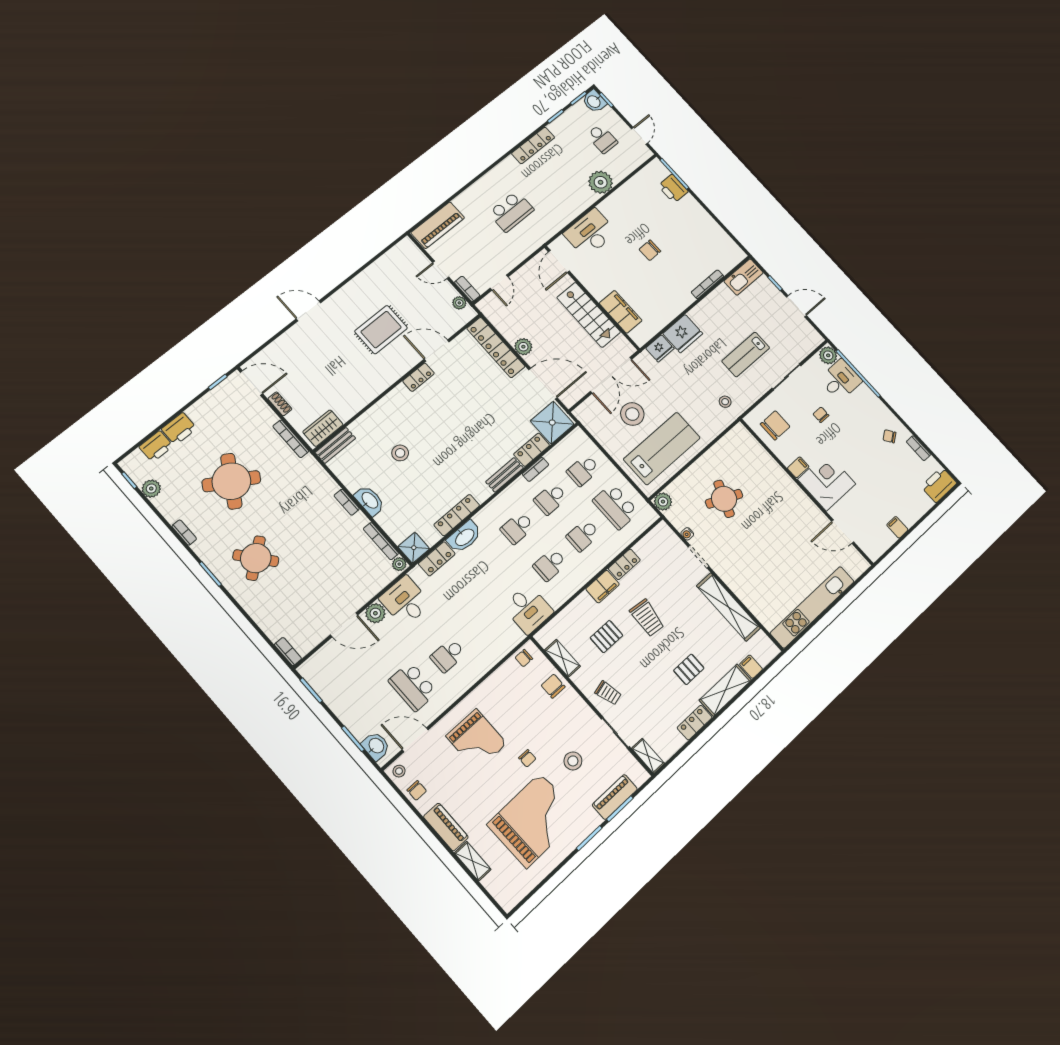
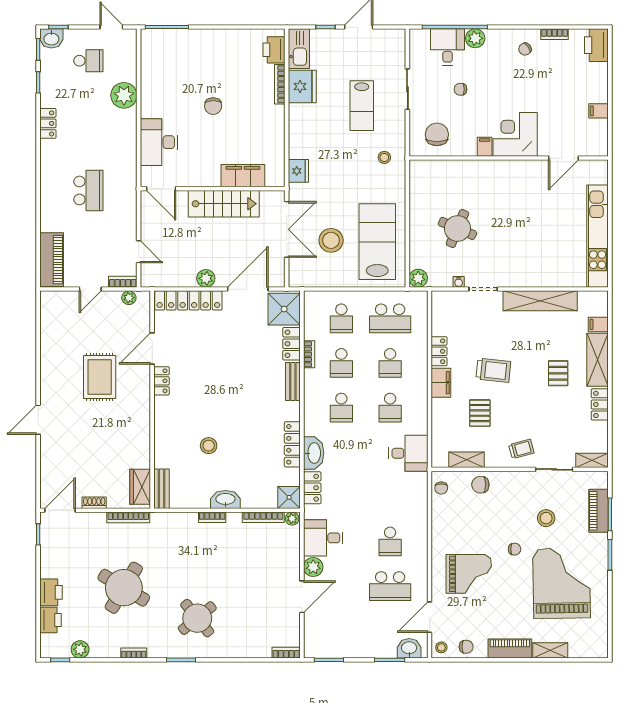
locker: (533, 145) -> (48, 123), width x0.66
printer: (673, 189) -> (274, 50), moved, turned 90
fridge: (683, 334) -> (302, 86), moved
plant: (828, 355) -> (475, 38), moved

